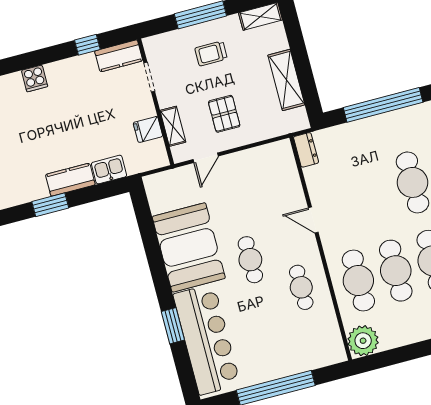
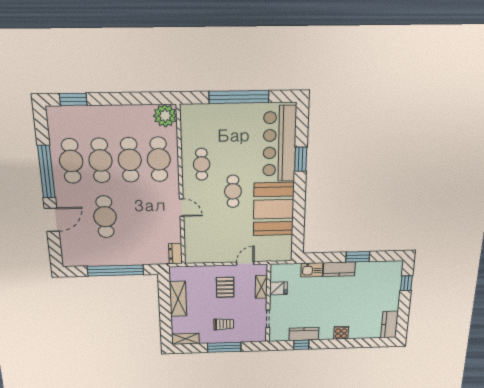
kitchen counter: (119, 56) -> (304, 334), moved

